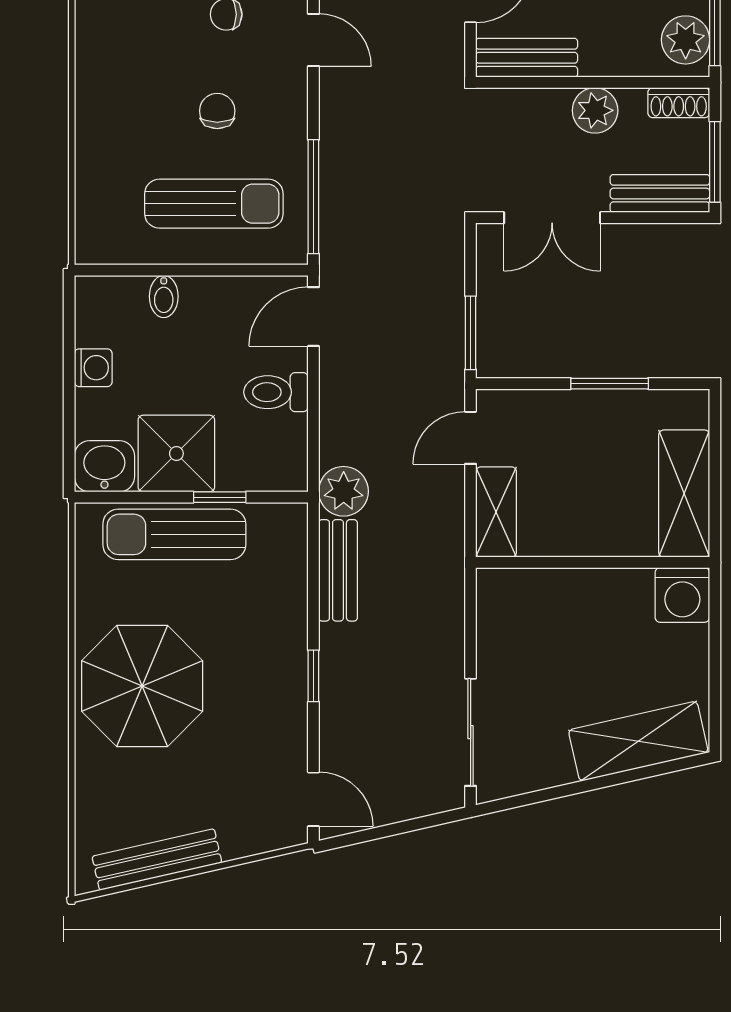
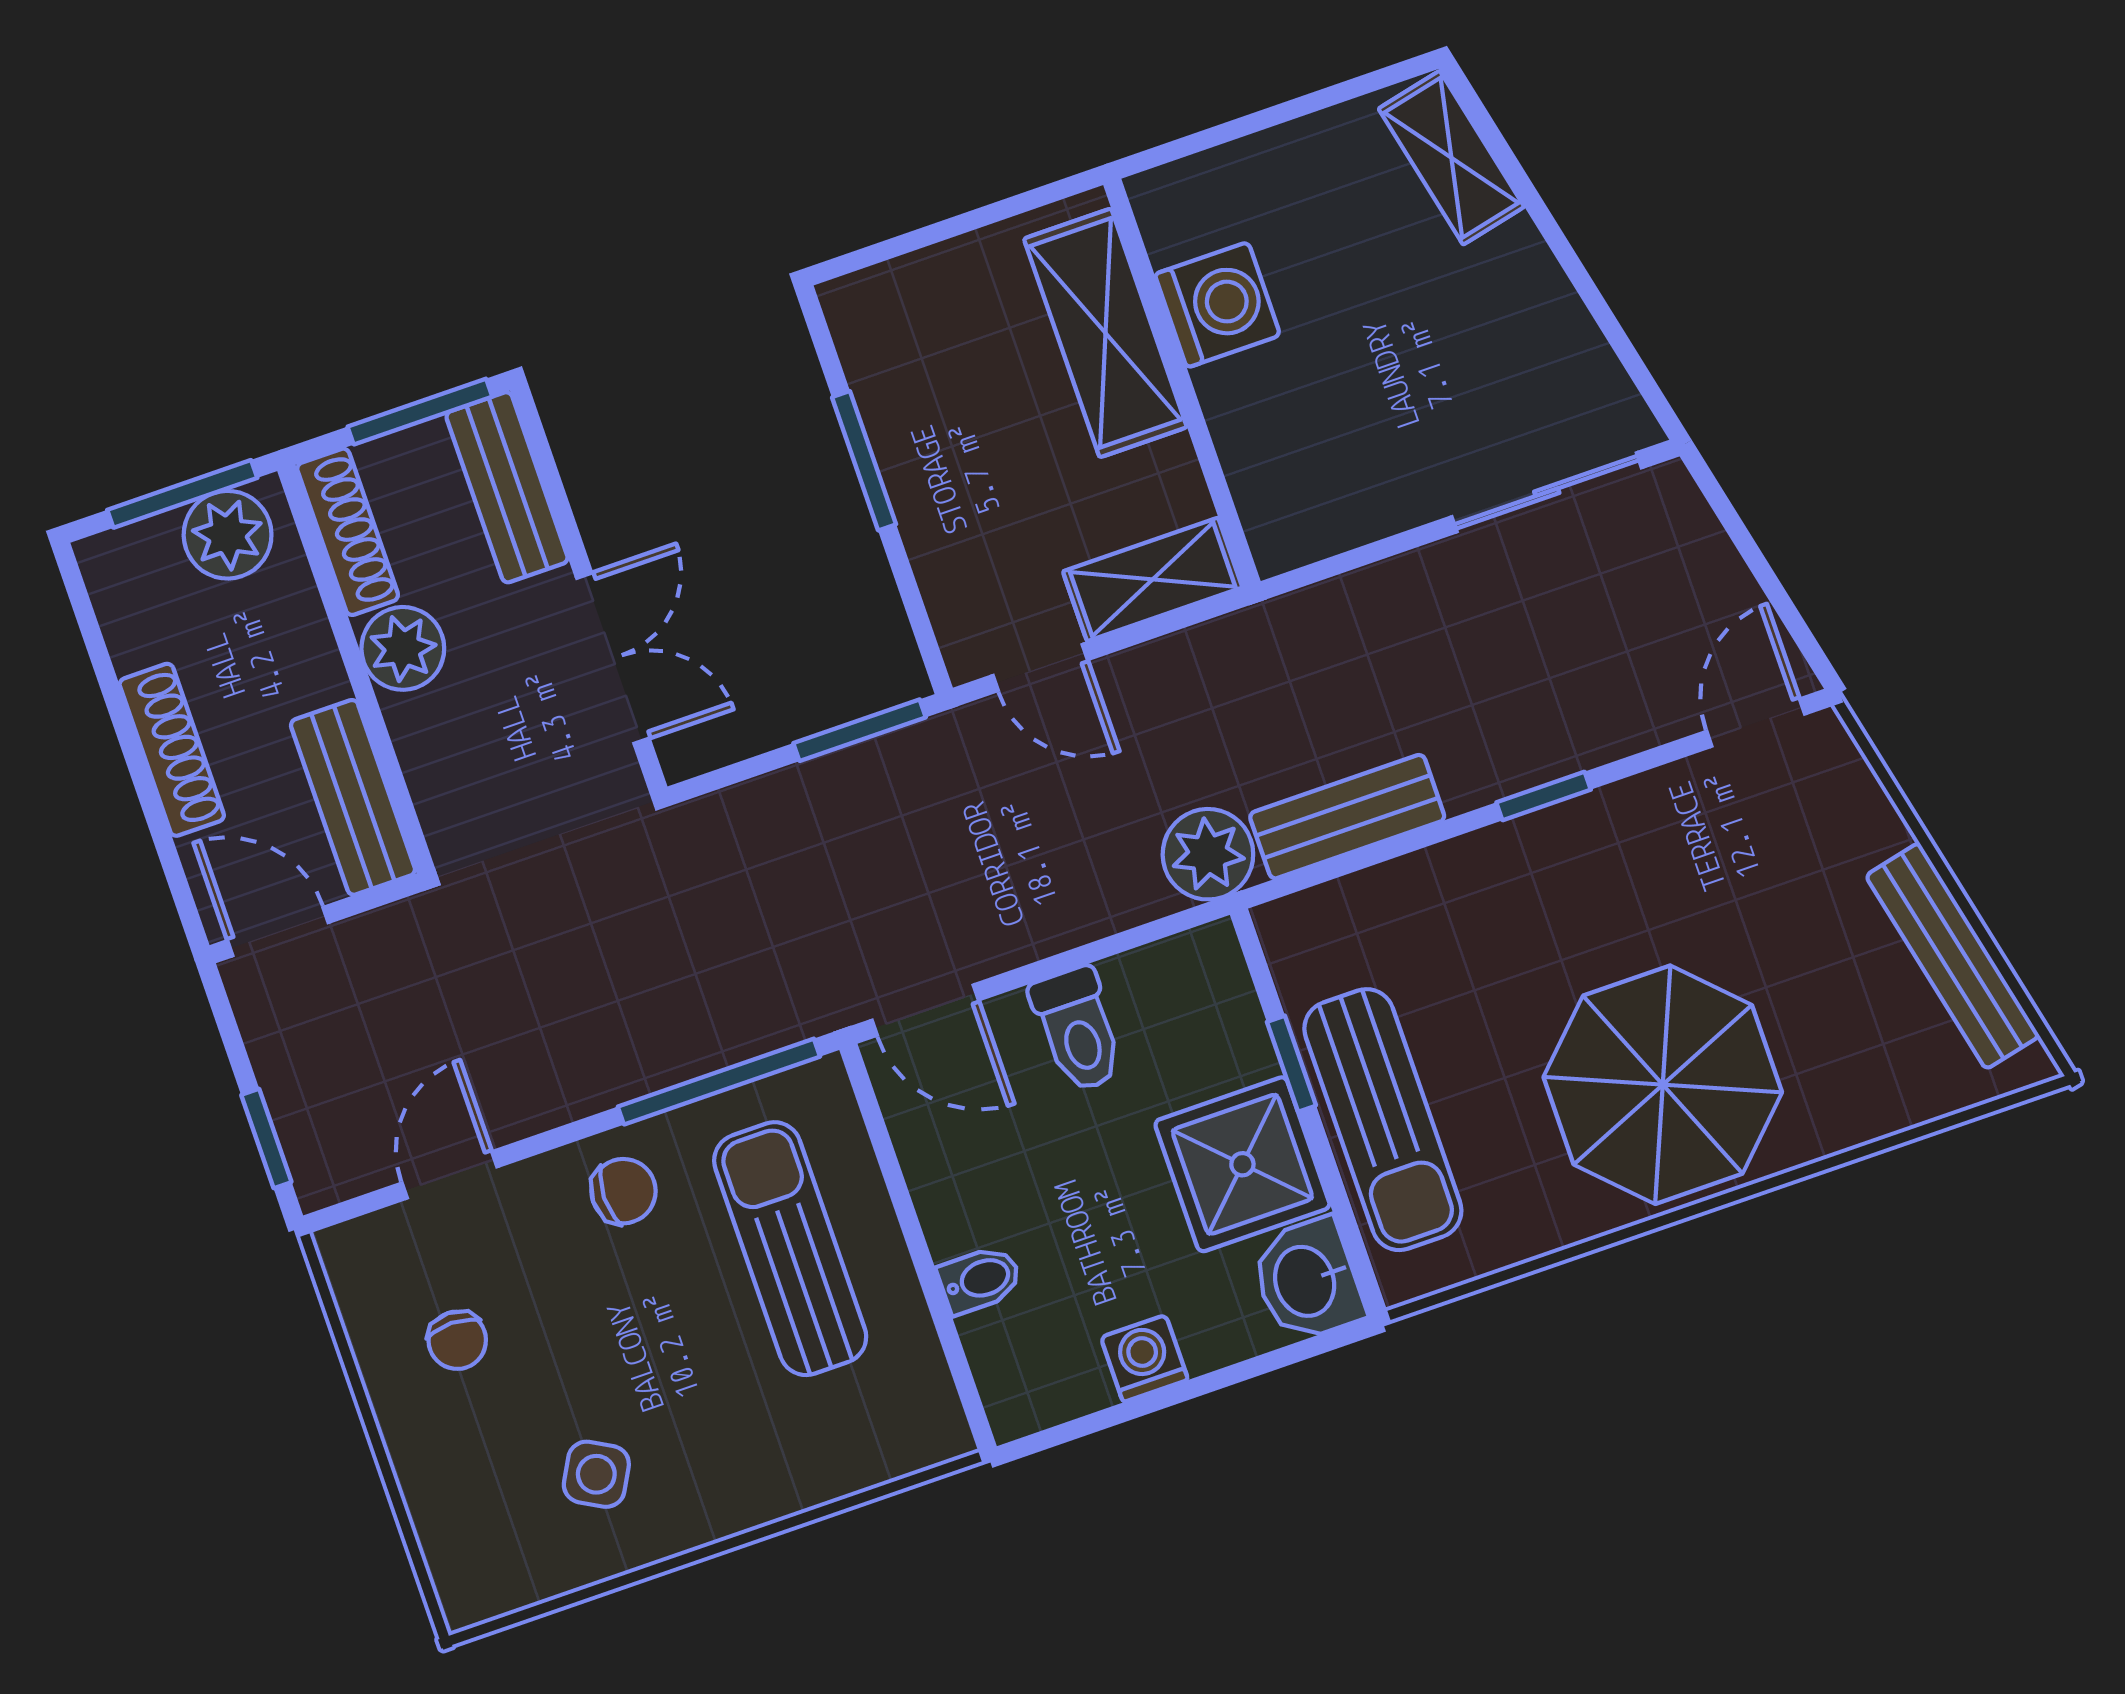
side table: (132, 62) -> (596, 1474), added
shoe rack: (679, 103) -> (348, 532), width x1.43
chair: (217, 111) -> (623, 1191), moved, turned 180
shelving: (684, 494) -> (1105, 333), moved, turned 90
washing machine: (682, 595) -> (1217, 305), moved
shelving: (638, 741) -> (1451, 158), width x0.67, depth x0.75

